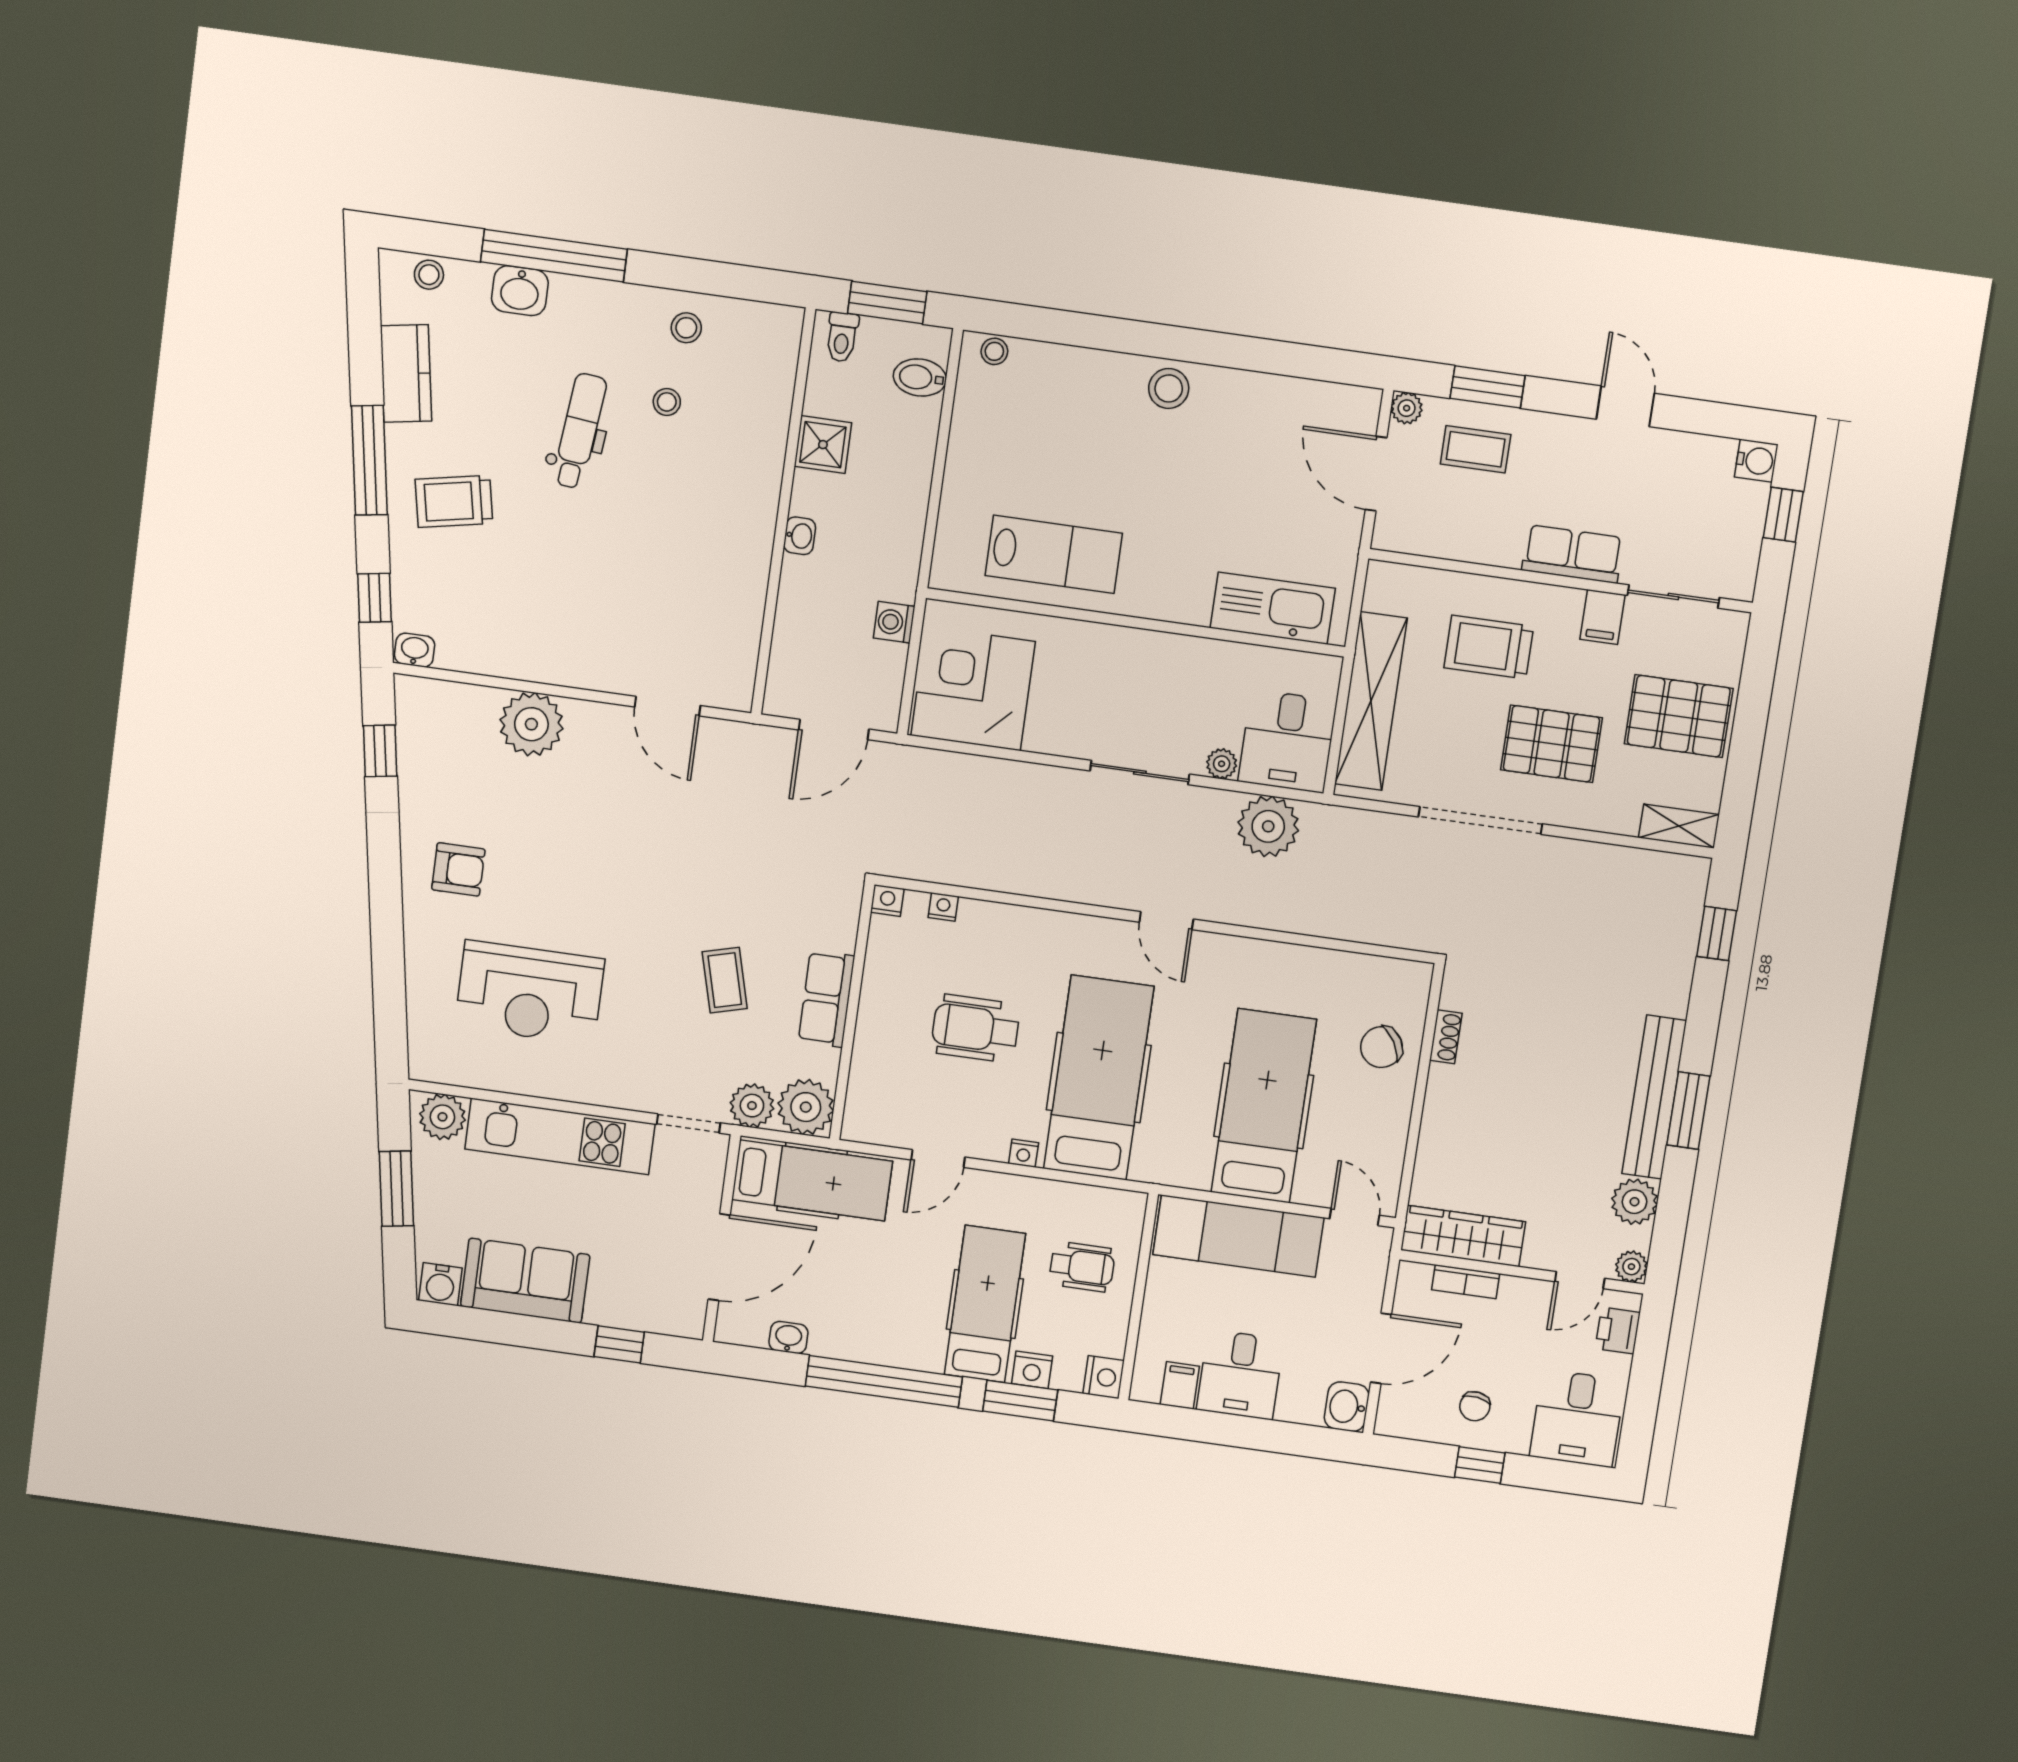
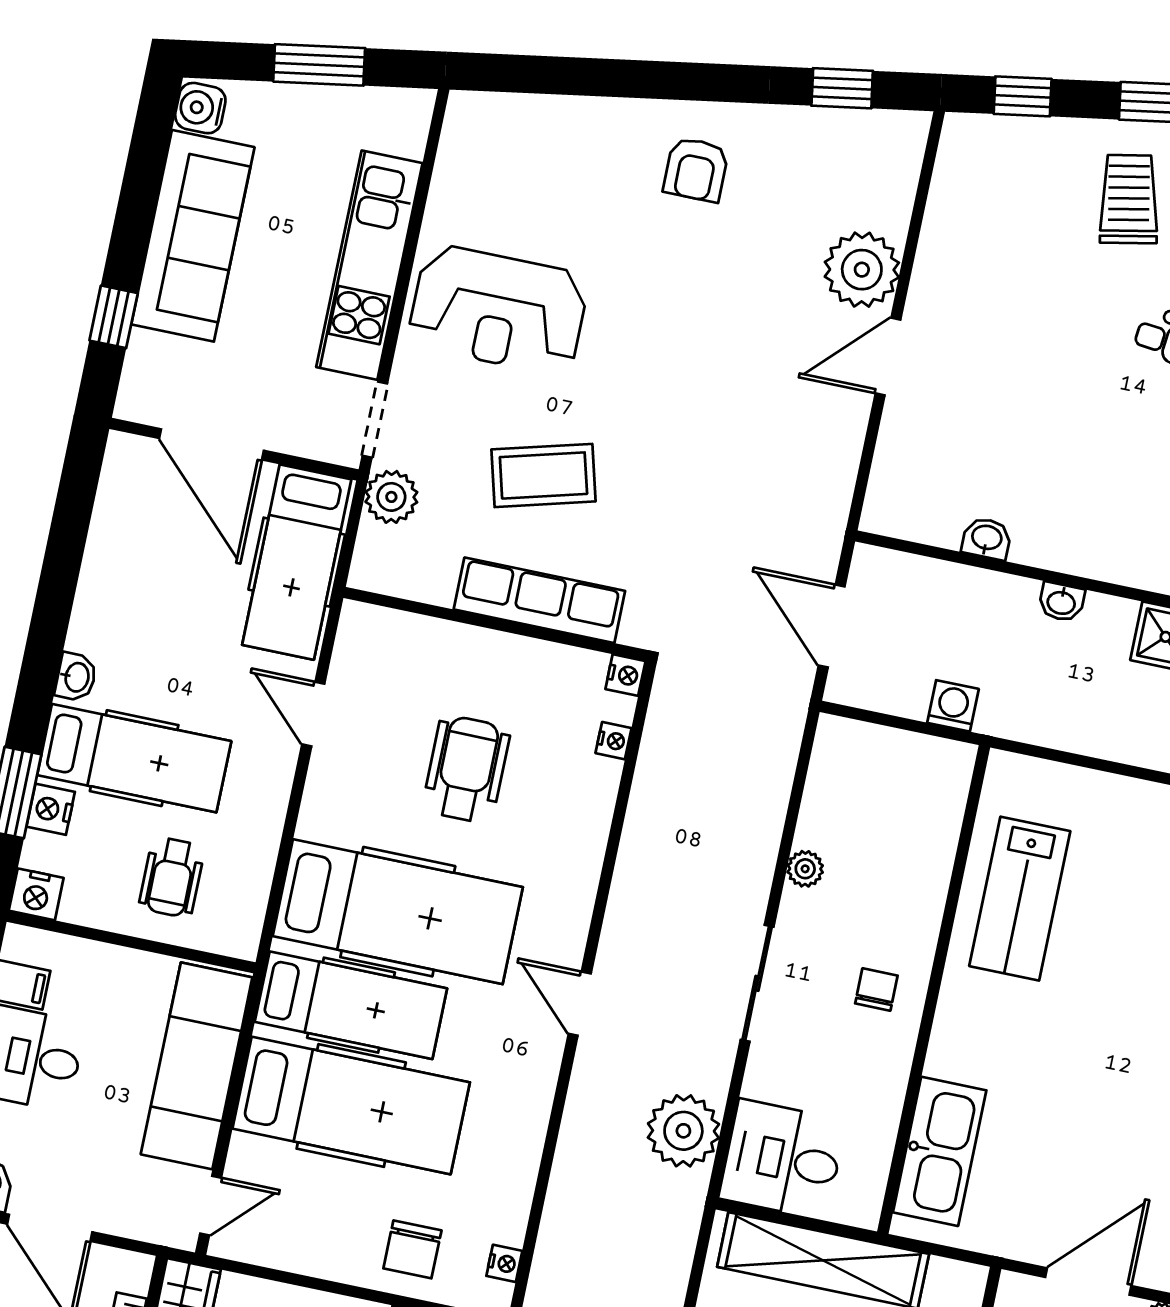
washbasin: (415, 650) -> (987, 538), moved, turned -90
chair: (1139, 671) -> (876, 989), added
corner desk: (973, 689) -> (869, 793), removed
door: (667, 706) -> (888, 357), moved
plant: (1222, 764) -> (805, 869), moved
door: (1166, 921) -> (580, 1004), hinge flipped
coffee table: (725, 980) -> (543, 475), width x1.36, depth x1.30
reception desk: (530, 993) -> (498, 310), moved, turned -90
row of seats: (827, 999) -> (539, 600), width x1.48
chair: (1382, 1047) -> (412, 1249), turned -149
plant: (806, 1107) -> (385, 561), removed
hospital bed: (1180, 1111) -> (351, 1005), added
plant: (442, 1117) -> (402, 127), removed
nightstand: (1024, 1153) -> (504, 1263), moved, turned 180
sofa: (525, 1281) -> (193, 236), width x1.36
washbasin: (788, 1337) -> (76, 677), moved
window: (884, 1381) -> (48, 631), removed

